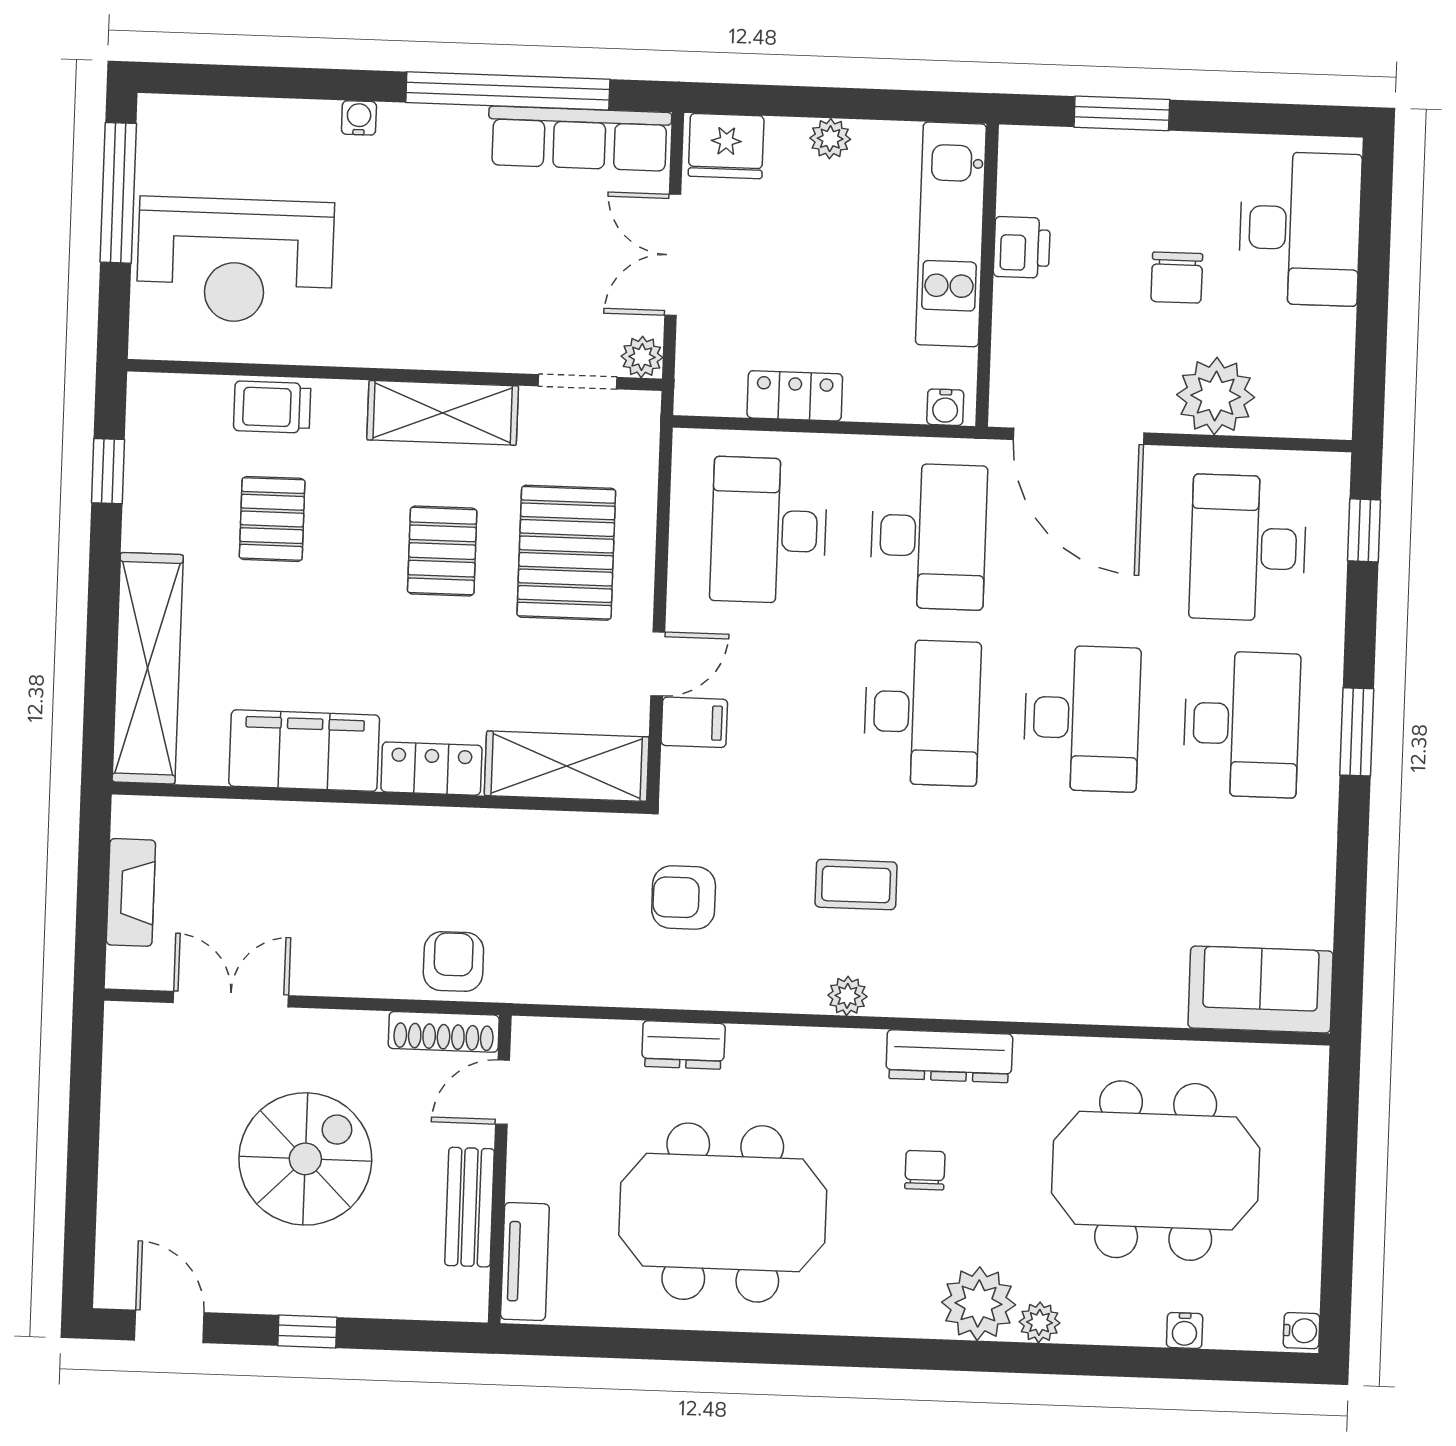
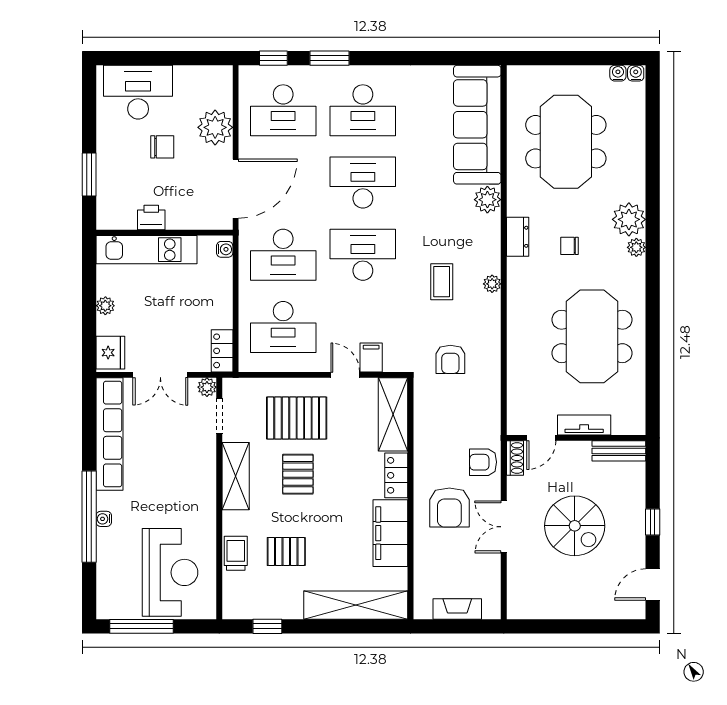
window: (508, 91) -> (89, 517), moved
row of seats: (579, 139) -> (109, 434), width x1.36
locker: (795, 396) -> (222, 351), moved
trolley: (272, 407) -> (236, 553), turned 180
desk: (929, 536) -> (283, 255), turned 180
pallet: (442, 551) -> (298, 474), turned 90
desk: (1242, 724) -> (363, 110), turned 180
window: (1357, 732) -> (330, 58), moved
armchair: (356, 883) -> (449, 508), added
sofa: (1261, 989) -> (477, 125), width x1.85, depth x1.27
plant: (1034, 993) -> (487, 200), added
double door: (231, 999) -> (504, 527), moved
shoe rack: (444, 1032) -> (515, 458), width x0.70
dresser: (683, 1045) -> (517, 357), removed
dresser: (949, 1056) -> (518, 237), width x0.70
door: (503, 1092) -> (541, 438), hinge flipped
spiral stairs: (305, 1159) -> (575, 526), turned 180
bench: (470, 1207) -> (619, 451), moved
tv unit: (525, 1262) -> (584, 425), moved
plant: (1039, 1322) -> (636, 247), moved
water cooler: (1185, 1331) -> (618, 73), moved, turned -90

